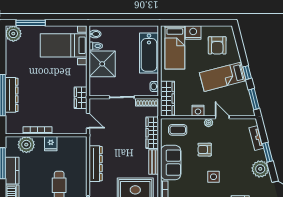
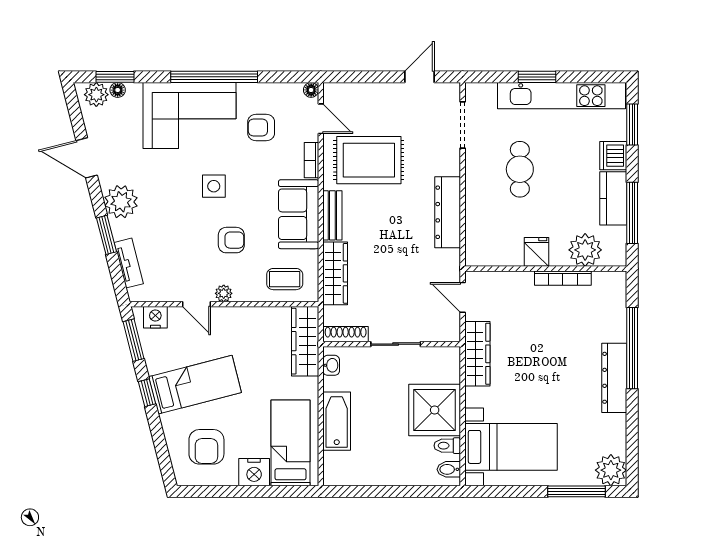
armchair: (217, 45) -> (206, 447), turned 180
bathtub: (149, 53) -> (337, 421), width x0.73, depth x0.73
dresser: (12, 95) -> (614, 378), moved
wardrobe: (81, 98) -> (477, 354), width x1.50
nightstand: (198, 111) -> (155, 317), moved

